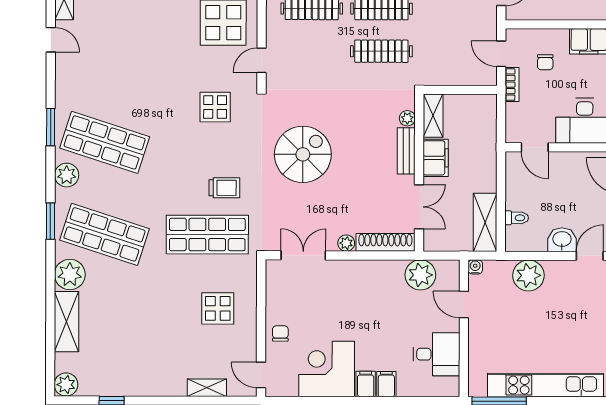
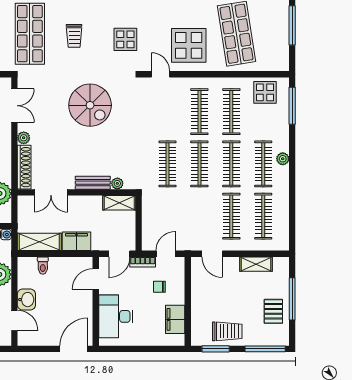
door: (501, 116) -> (119, 254), added
filing cabinet: (436, 158) -> (76, 241), moved, turned 180
trolley: (224, 188) -> (74, 36), moved

